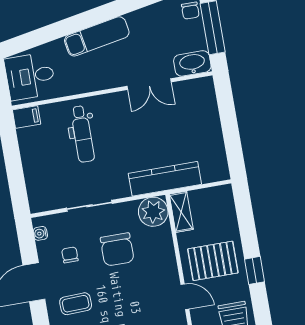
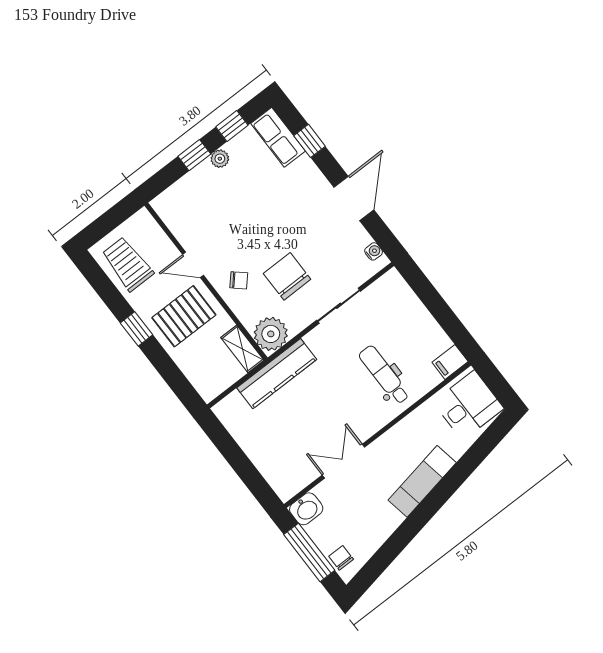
washbasin: (192, 63) -> (306, 509), width x0.72
chair: (70, 255) -> (239, 280), moved, turned -48
coffee table: (76, 304) -> (300, 199), removed

